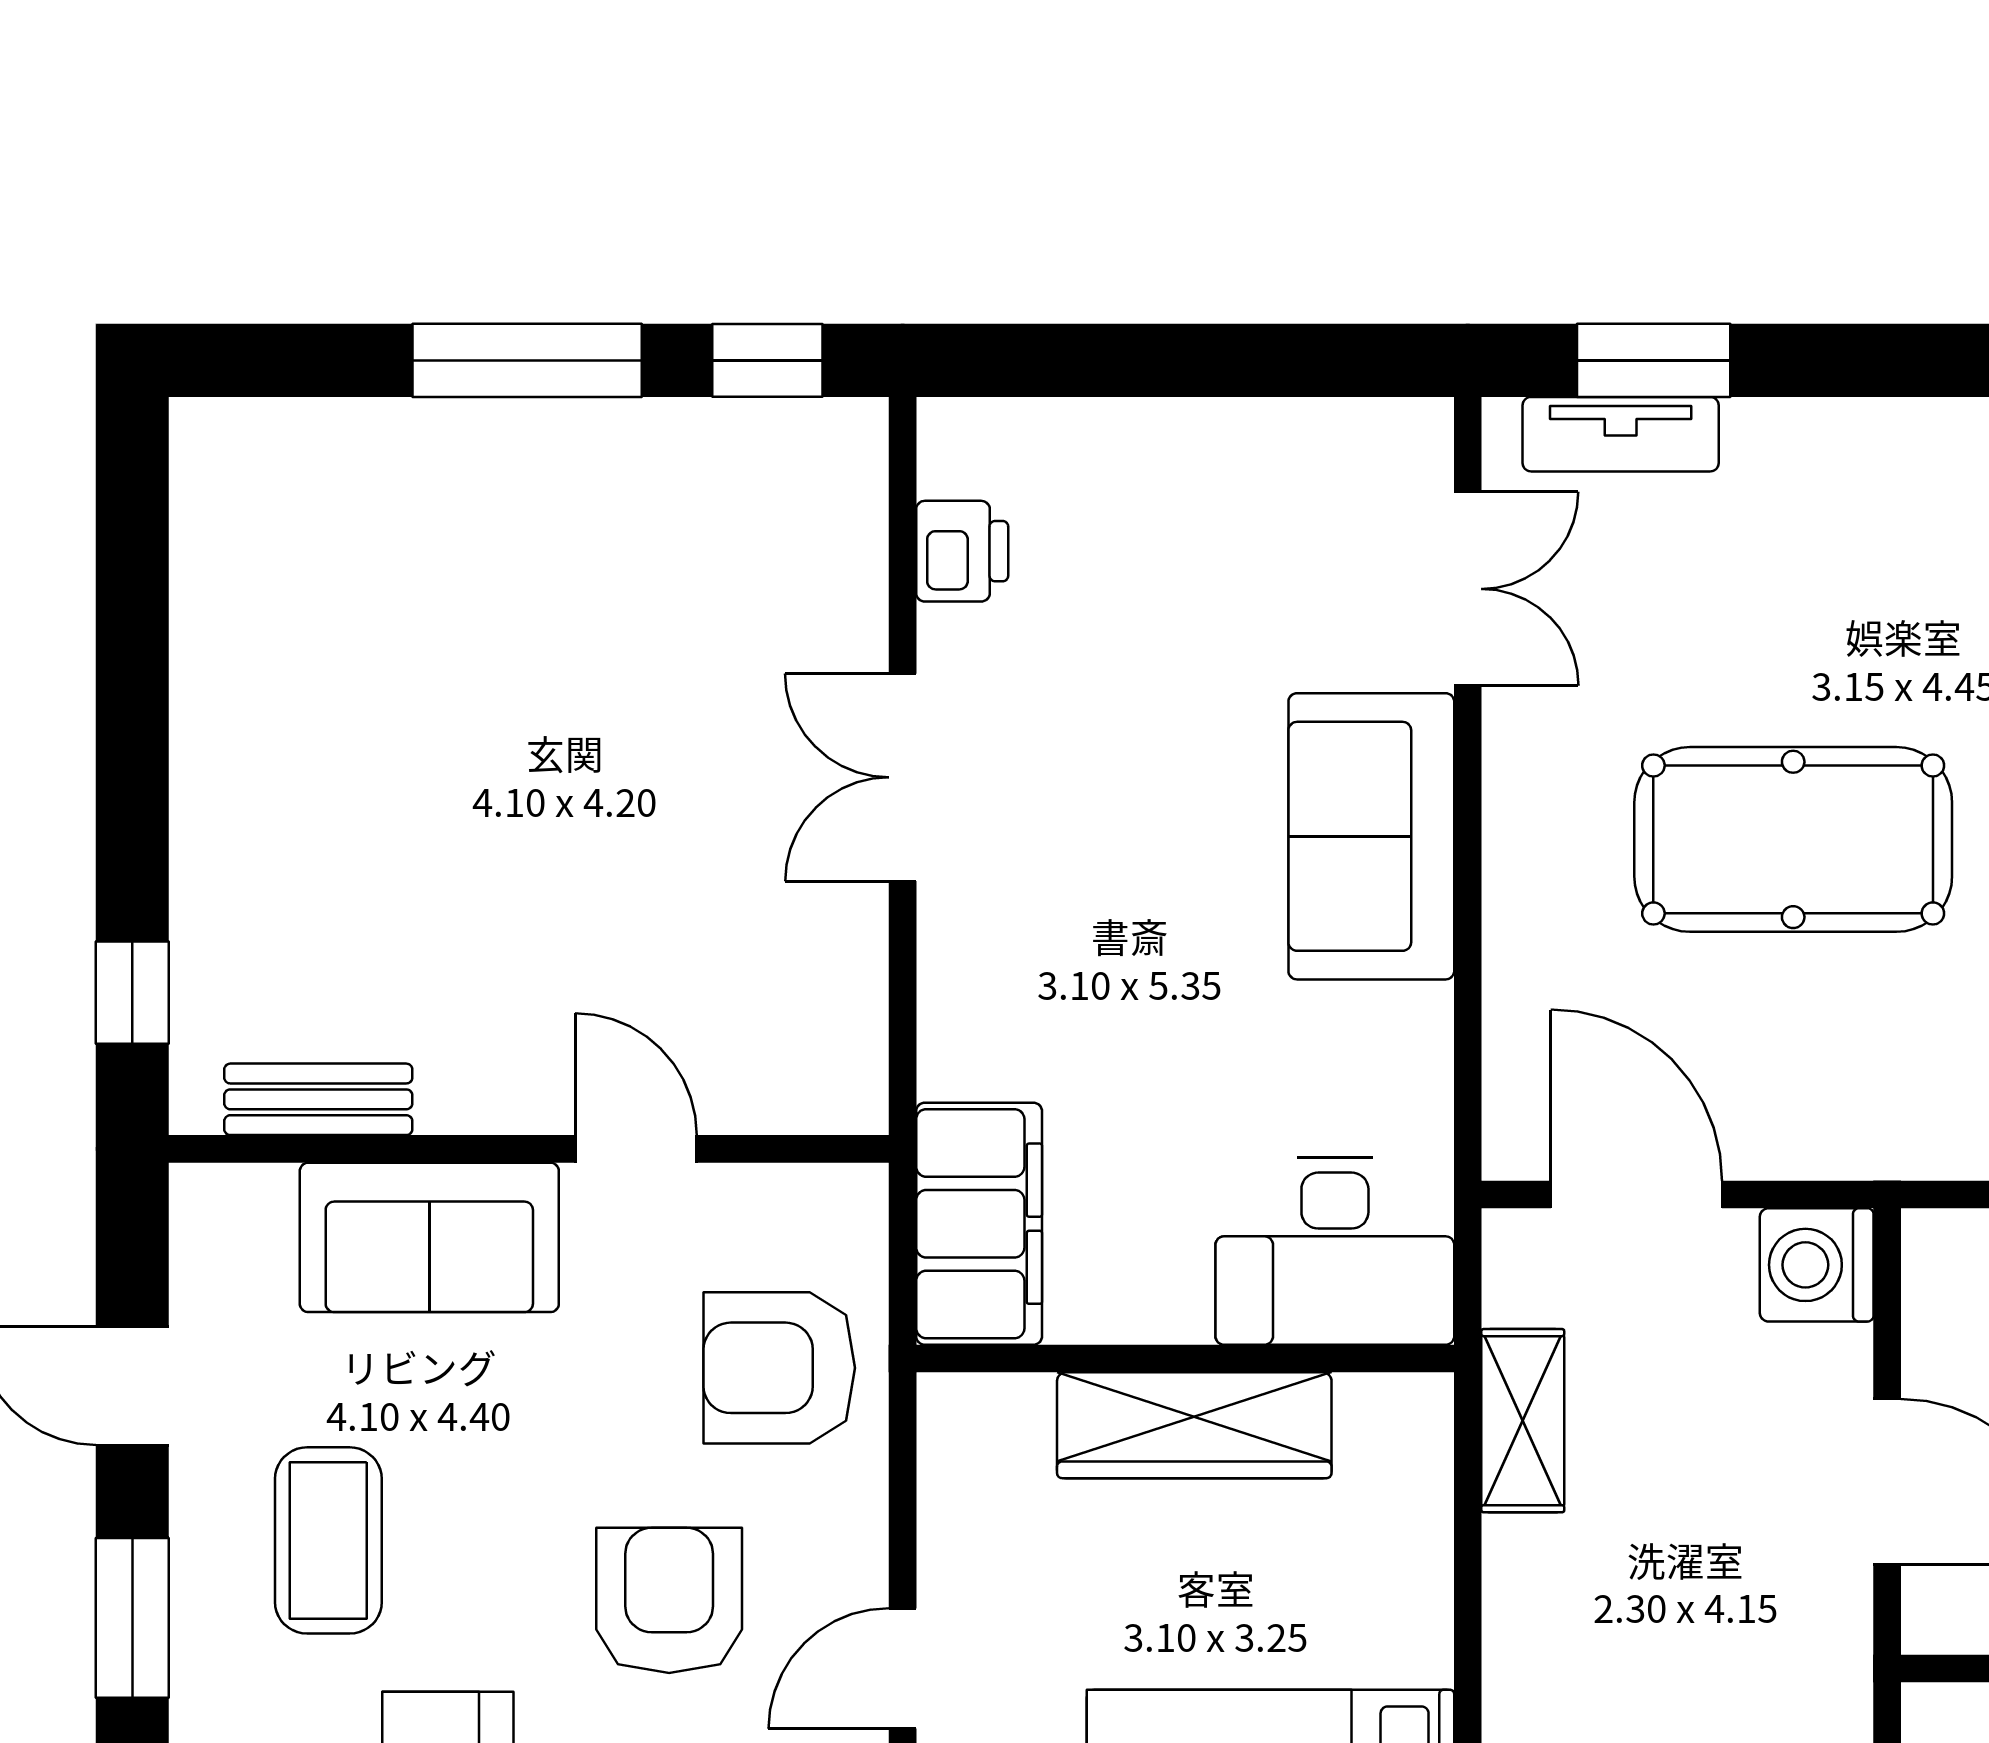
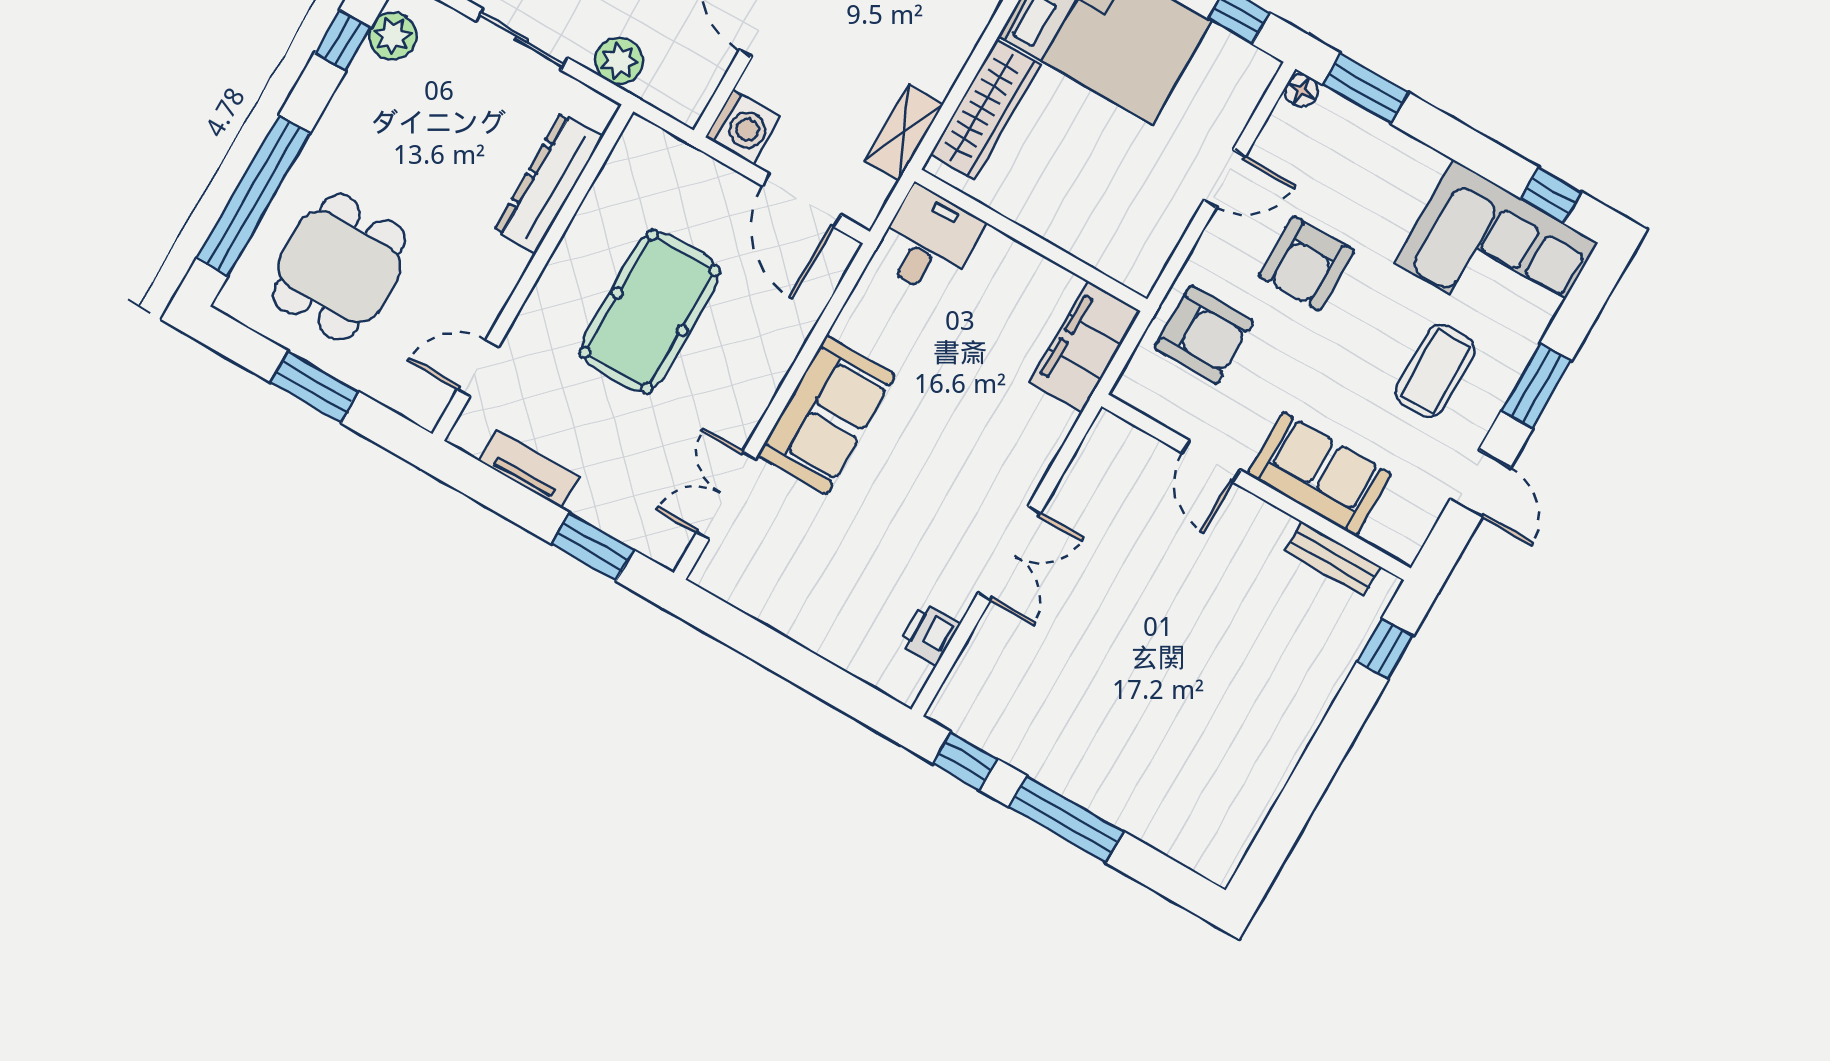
tv unit: (1621, 434) -> (529, 469), moved
pool table: (1793, 839) -> (650, 312), turned 90
desk: (1335, 1251) -> (928, 241), width x0.73
wardrobe: (1194, 1425) -> (985, 110), moved, turned 90

